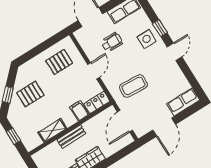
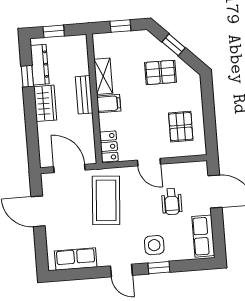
coffee table: (134, 86) -> (106, 200), width x1.36, depth x1.32
pallet: (30, 94) -> (160, 72), turned 90
row of seats: (183, 102) -> (76, 259), moved, turned -90
filing cabinet: (79, 111) -> (109, 104), moved

